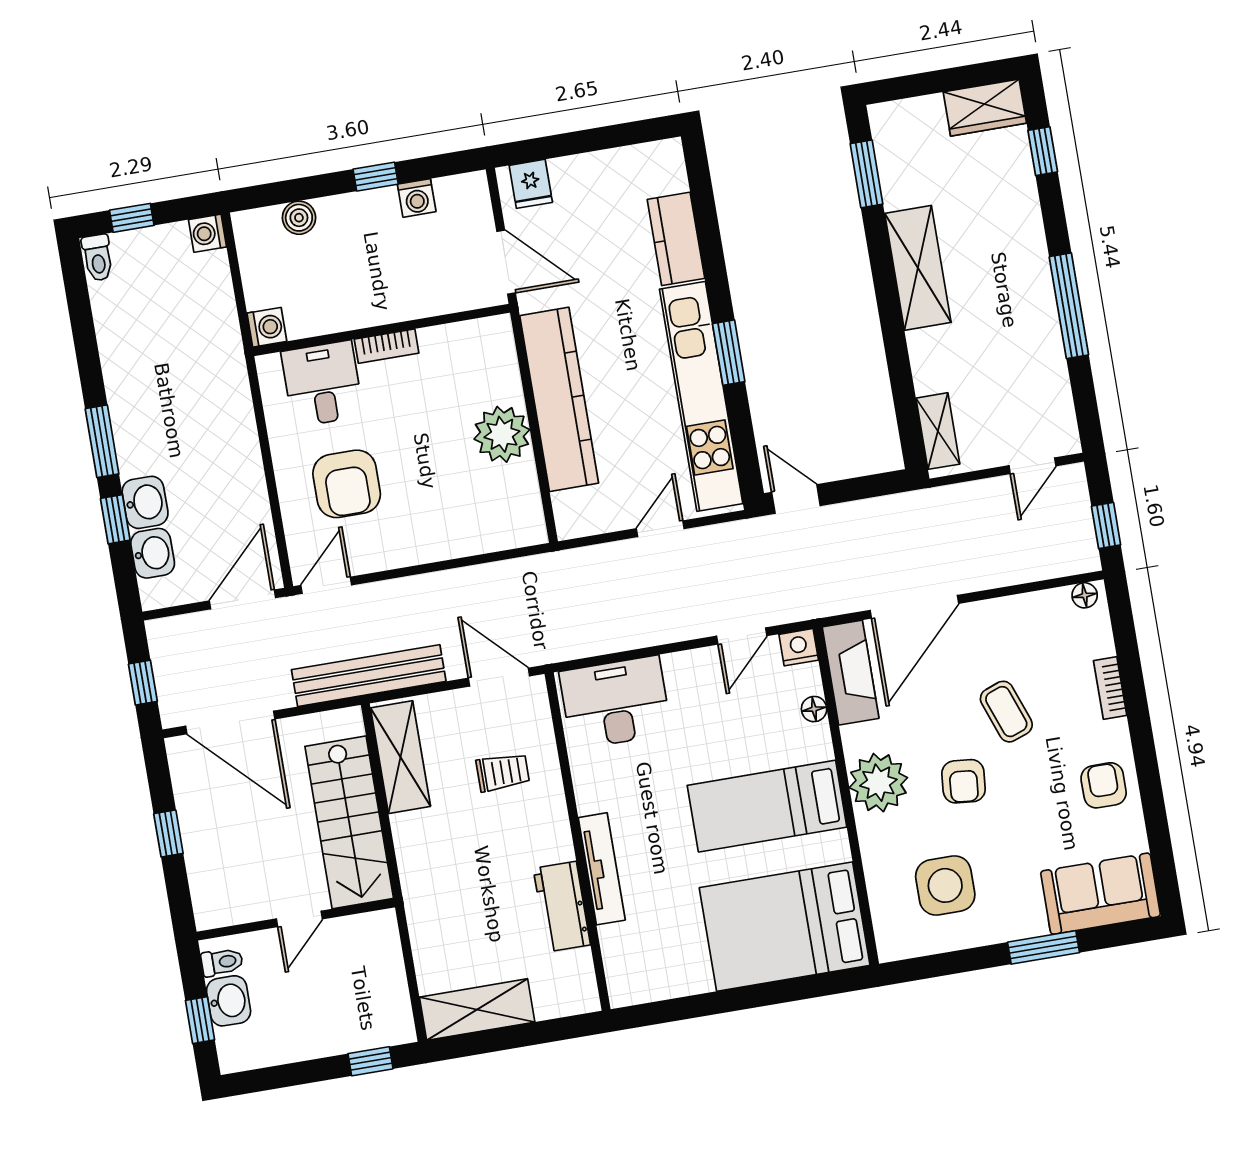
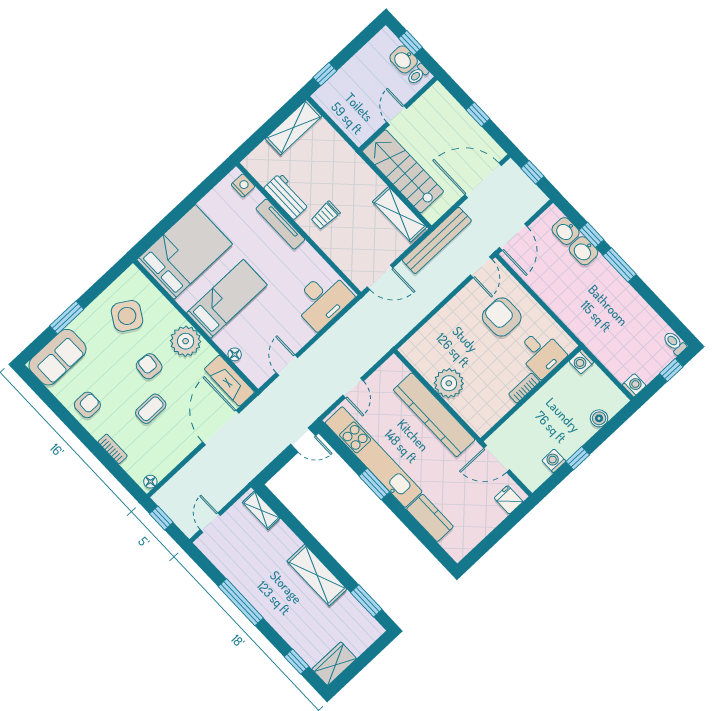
nightstand: (799, 647) -> (243, 185), moved, turned -90
coffee table: (1006, 712) -> (151, 409), turned -70
trolley: (503, 772) -> (325, 215), moved
armchair: (1104, 785) -> (87, 405), turned -90
side table: (945, 885) -> (127, 316), turned 31

